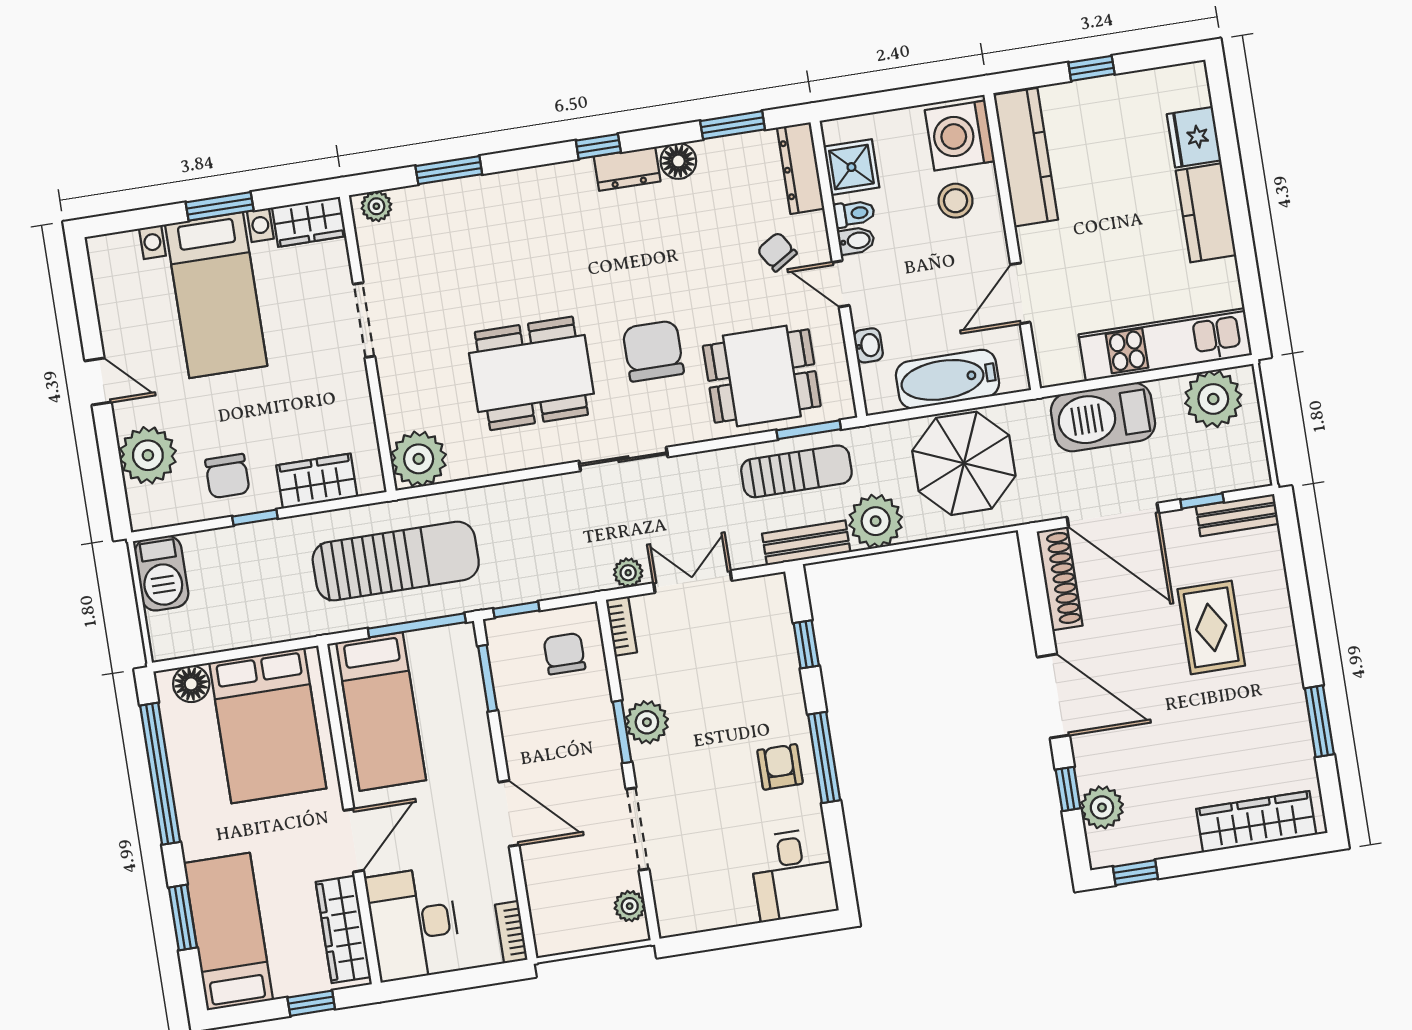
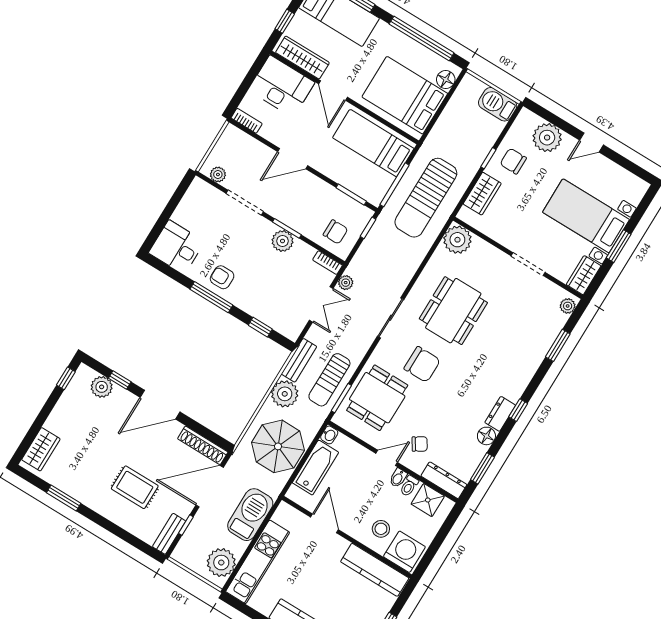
washbasin: (868, 345) -> (329, 435), moved, turned -90
armchair: (780, 767) -> (222, 277), turned 180
wardrobe: (1256, 822) -> (41, 449), width x0.67

